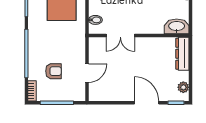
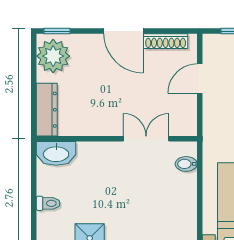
plant: (183, 87) -> (53, 56), width x1.88, depth x1.88
shoe rack: (108, 97) -> (166, 41), added
door: (147, 103) -> (123, 31), moved

